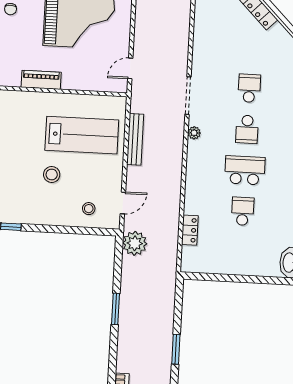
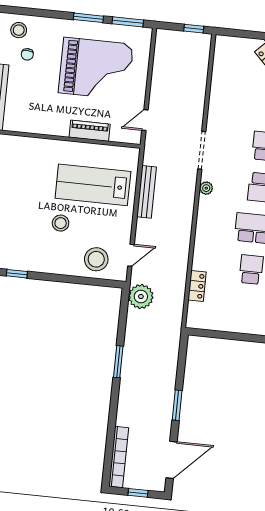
piano: (41, 80) -> (90, 131), moved
lab bench: (82, 135) -> (93, 185), turned 180
stool: (89, 209) -> (96, 259), width x1.89, depth x1.89

